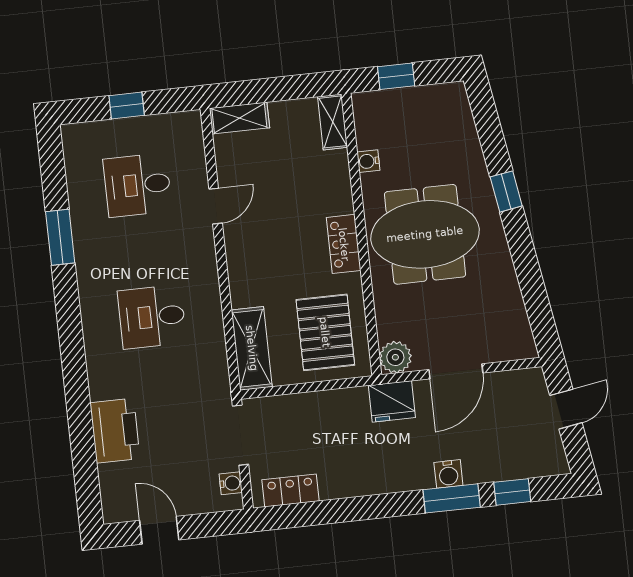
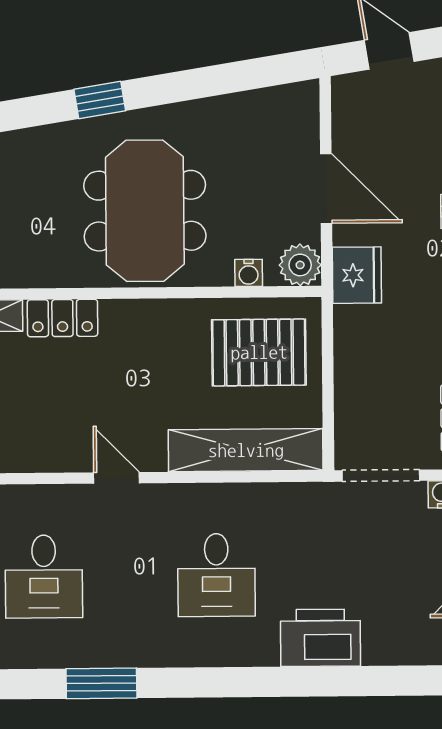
water cooler: (368, 161) -> (249, 273), moved
door: (216, 206) -> (117, 478), moved
locker: (344, 244) -> (62, 318), moved
shelving: (252, 348) -> (246, 450), width x1.47
printer: (115, 431) -> (320, 638), moved

